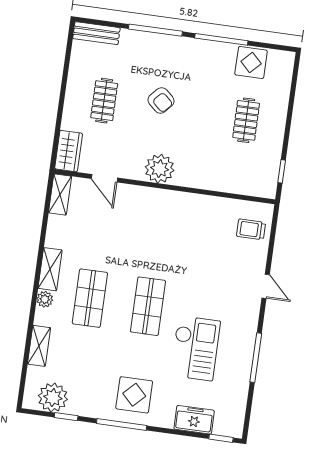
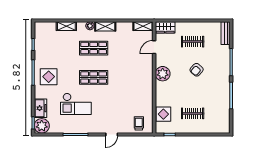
display table: (251, 62) -> (163, 114), moved
plant: (53, 397) -> (42, 126), moved

